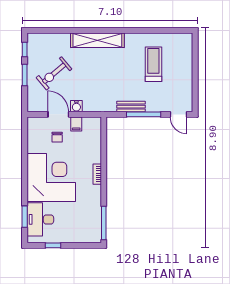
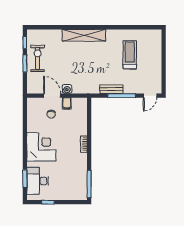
exercise bike: (54, 73) -> (38, 58), moved, turned 130
door: (179, 114) -> (150, 96), hinge flipped
corner desk: (51, 178) -> (41, 147), width x0.74, depth x0.74

